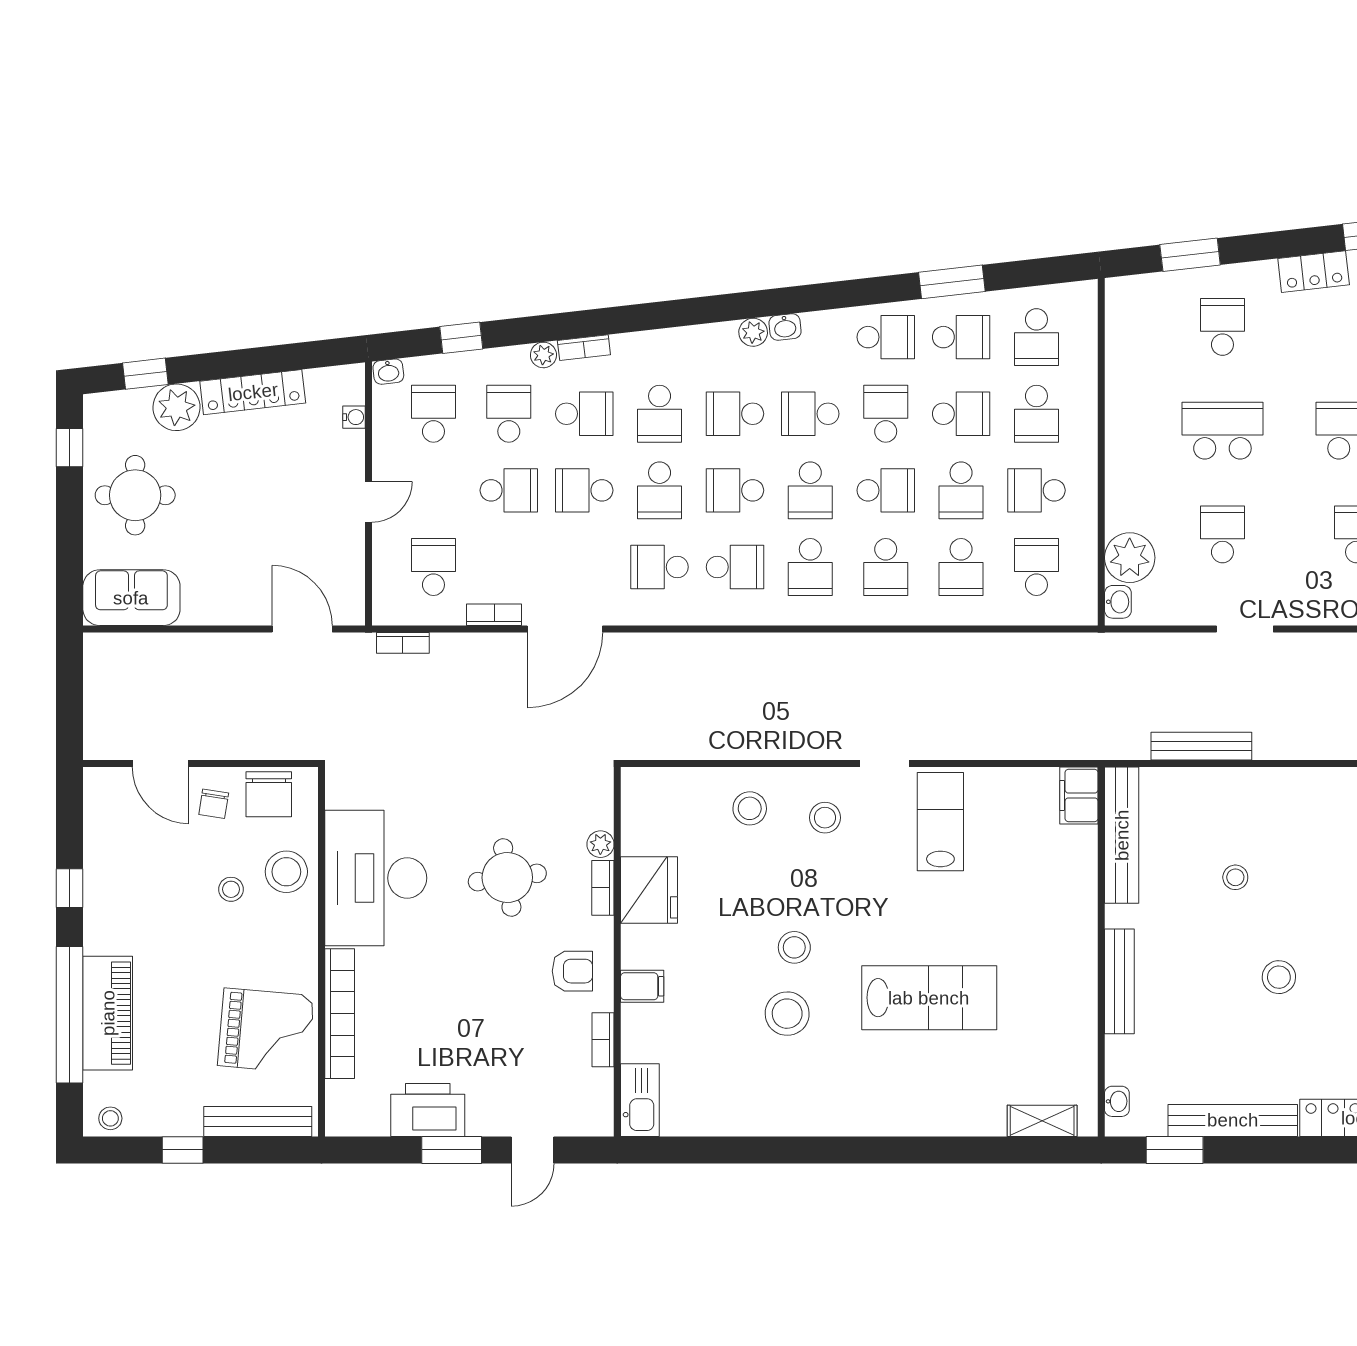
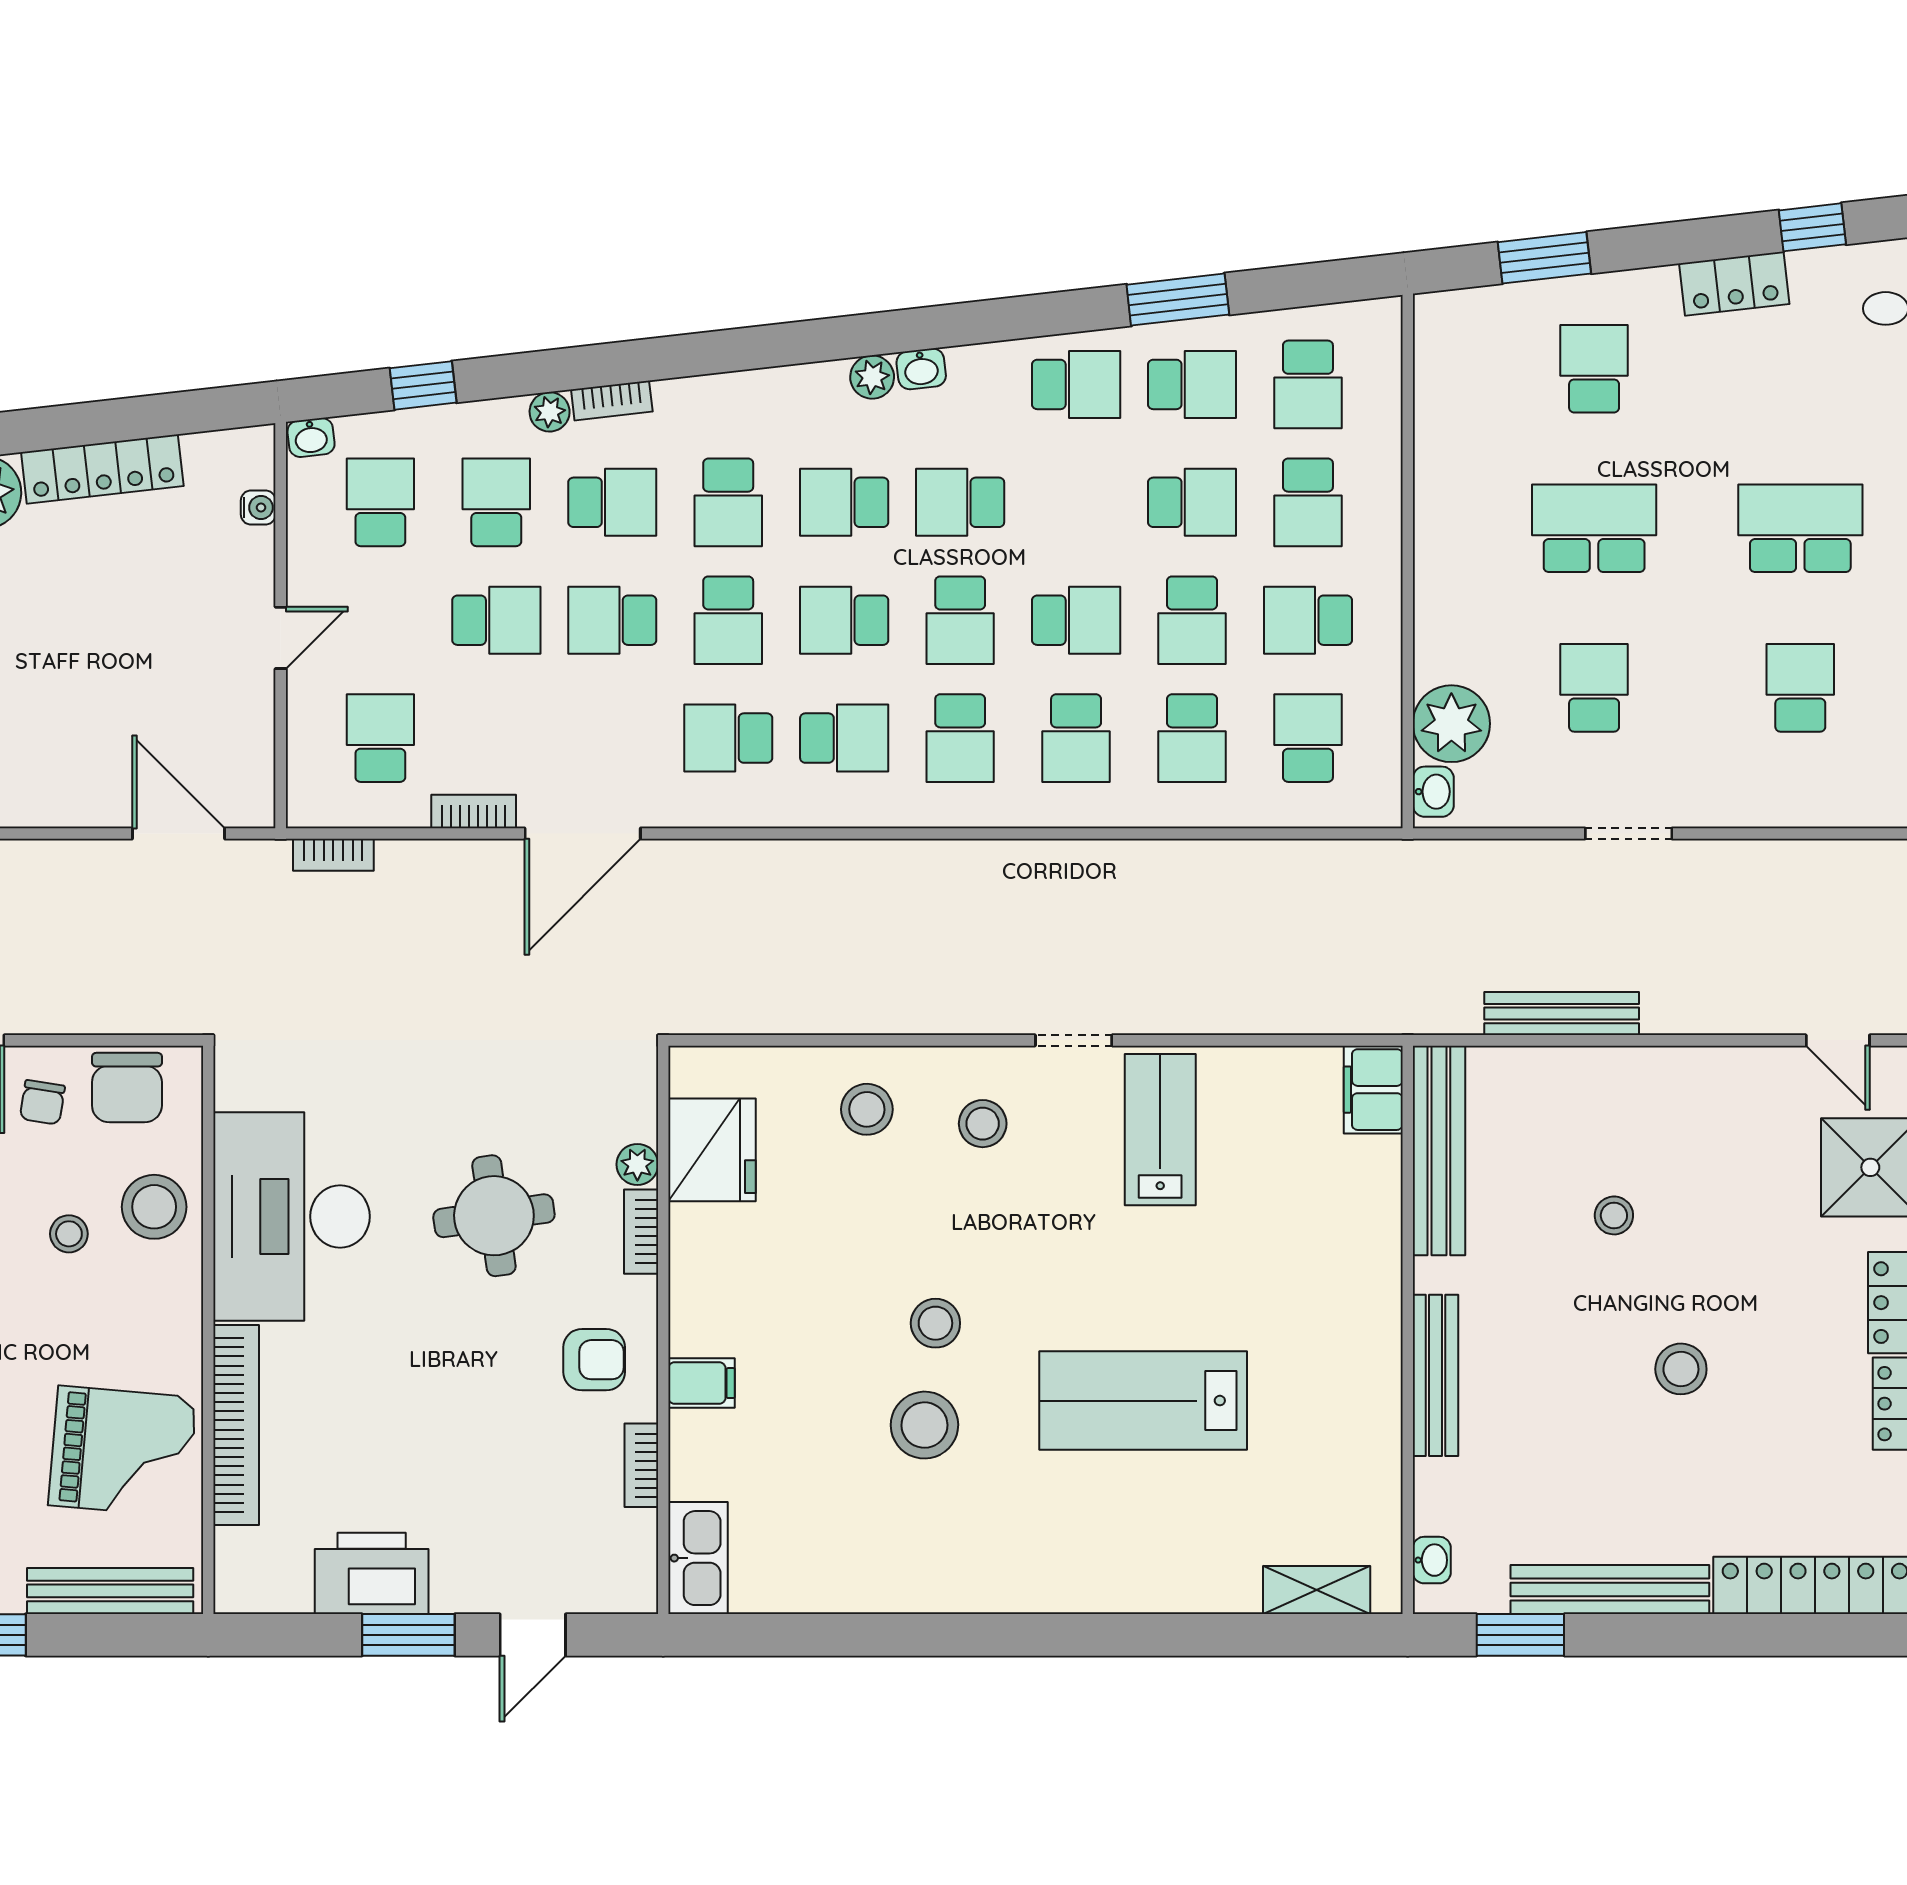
school desk: (886, 414) -> (1076, 502), removed
fridge: (649, 890) -> (712, 1150), moved
lab bench: (929, 998) -> (1143, 1401), turned 180

